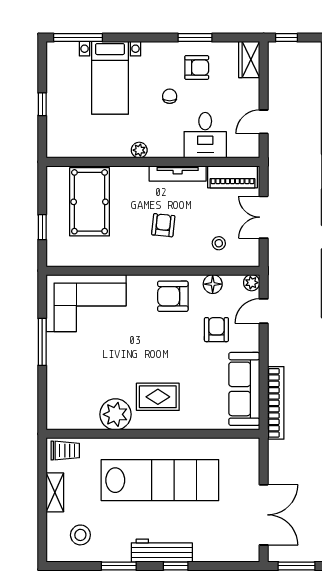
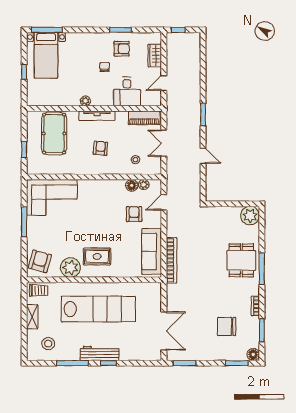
wardrobe: (249, 60) -> (155, 56), moved
bed with nightstands: (110, 78) -> (46, 55), moved
tv unit: (178, 173) -> (97, 116), moved
plant: (252, 283) -> (144, 184), moved
armchair: (173, 296) -> (40, 261), moved, turned 105
window: (119, 566) -> (72, 363), width x1.44

